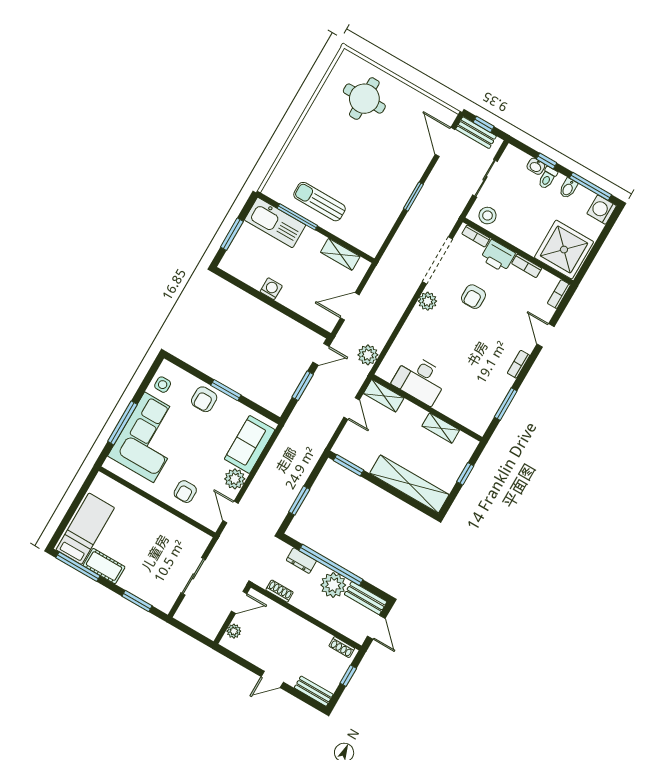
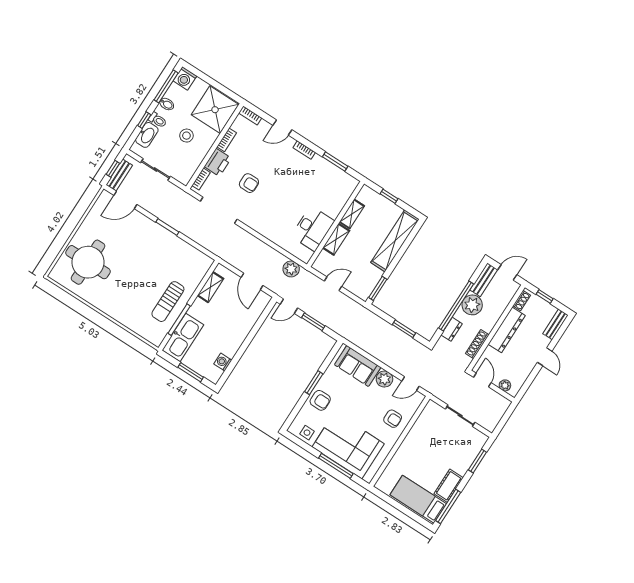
round table: (364, 99) -> (88, 262), width x1.36, depth x1.36
washbasin: (536, 166) -> (147, 135), width x1.91, depth x1.45
stool: (488, 216) -> (186, 136), moved
washing machine: (271, 289) -> (223, 362), moved
plant: (428, 301) -> (251, 220), removed
door: (321, 354) -> (289, 306), swing flipped
shelving: (384, 396) -> (336, 239), moved
shoe rack: (280, 591) -> (477, 344), width x1.43
dresser: (304, 630) -> (507, 330), added

